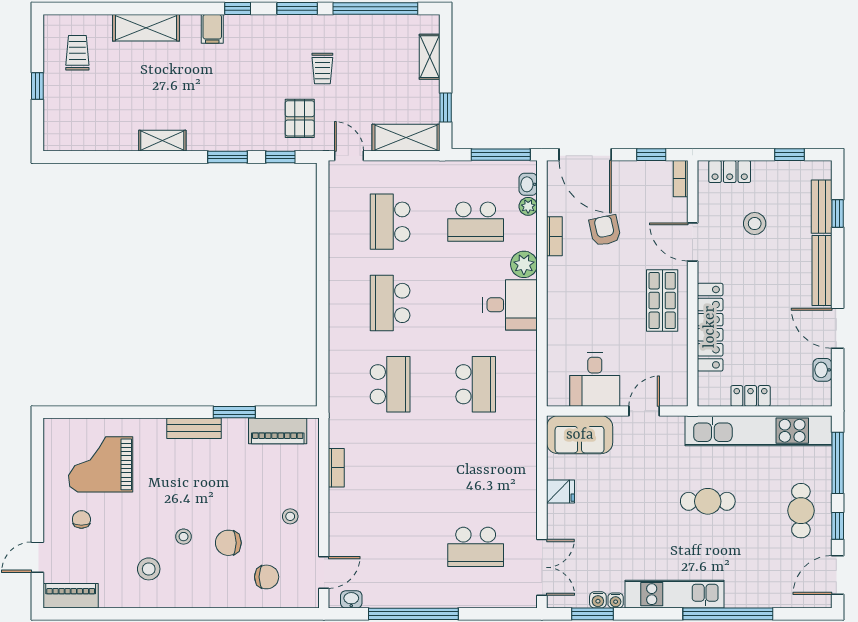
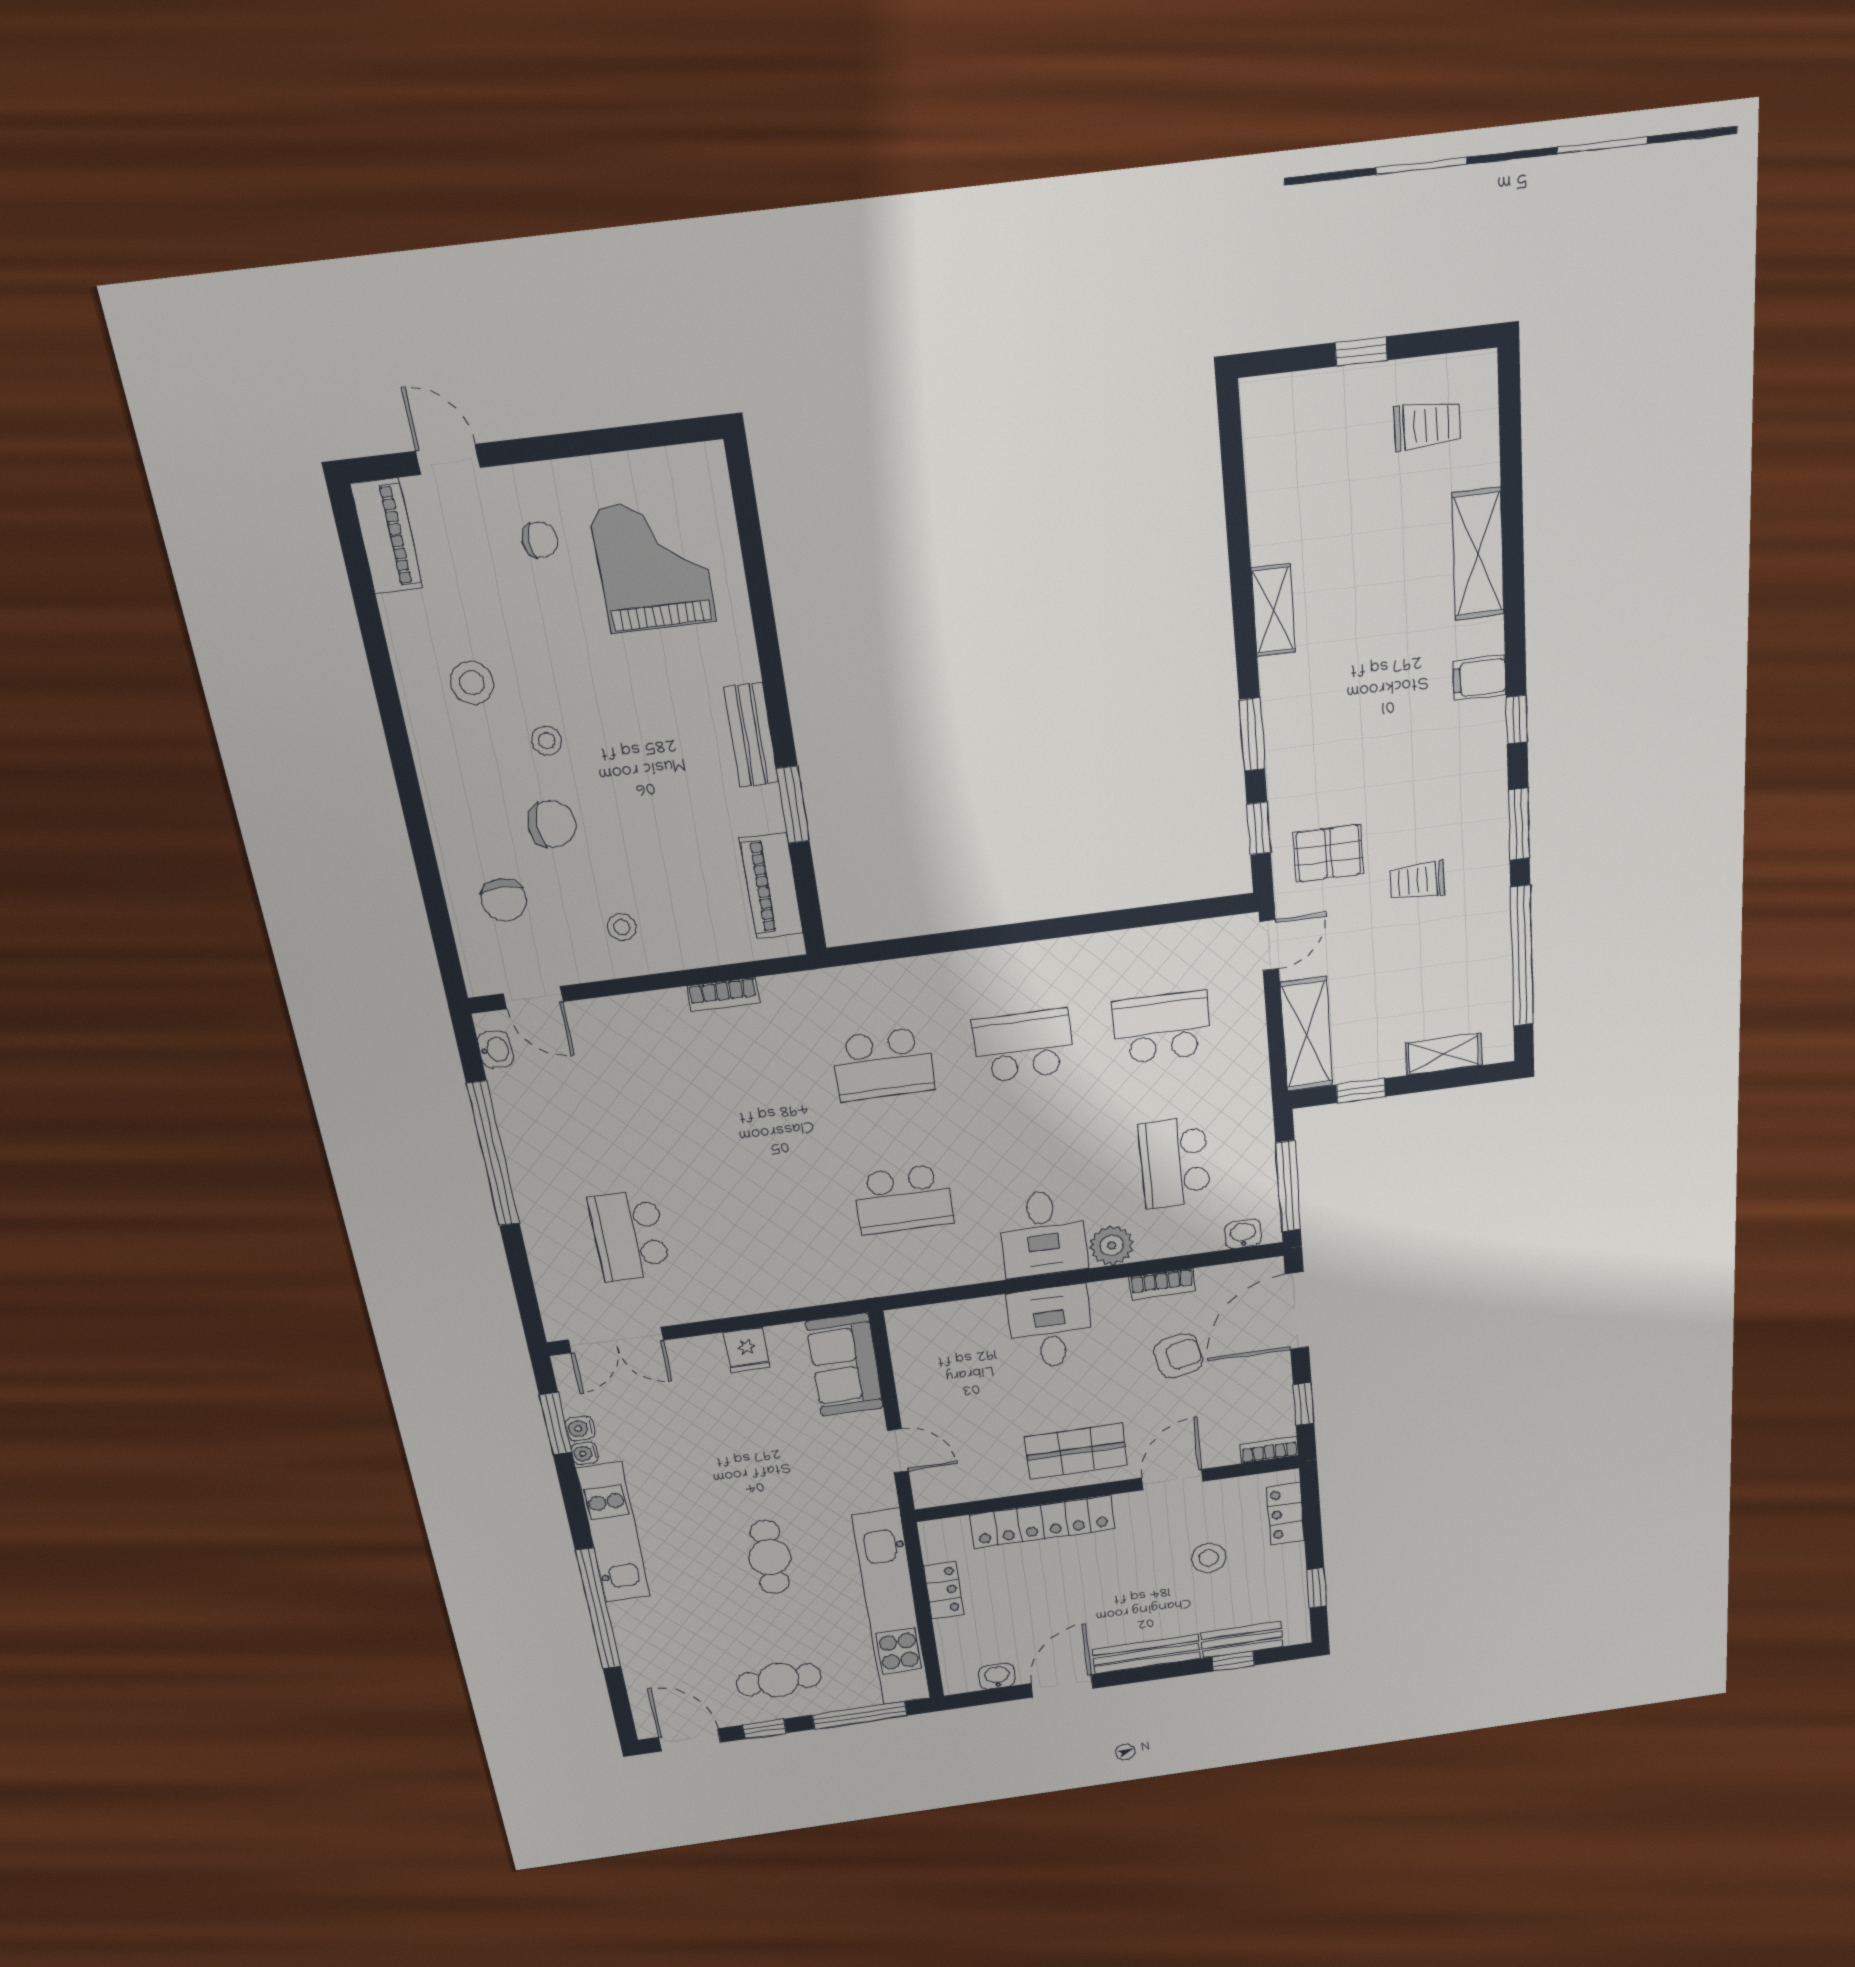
plant: (528, 206) -> (1207, 1239), removed
desk: (595, 380) -> (1051, 1327), moved, turned 90
chair: (228, 543) -> (552, 824), turned 90

